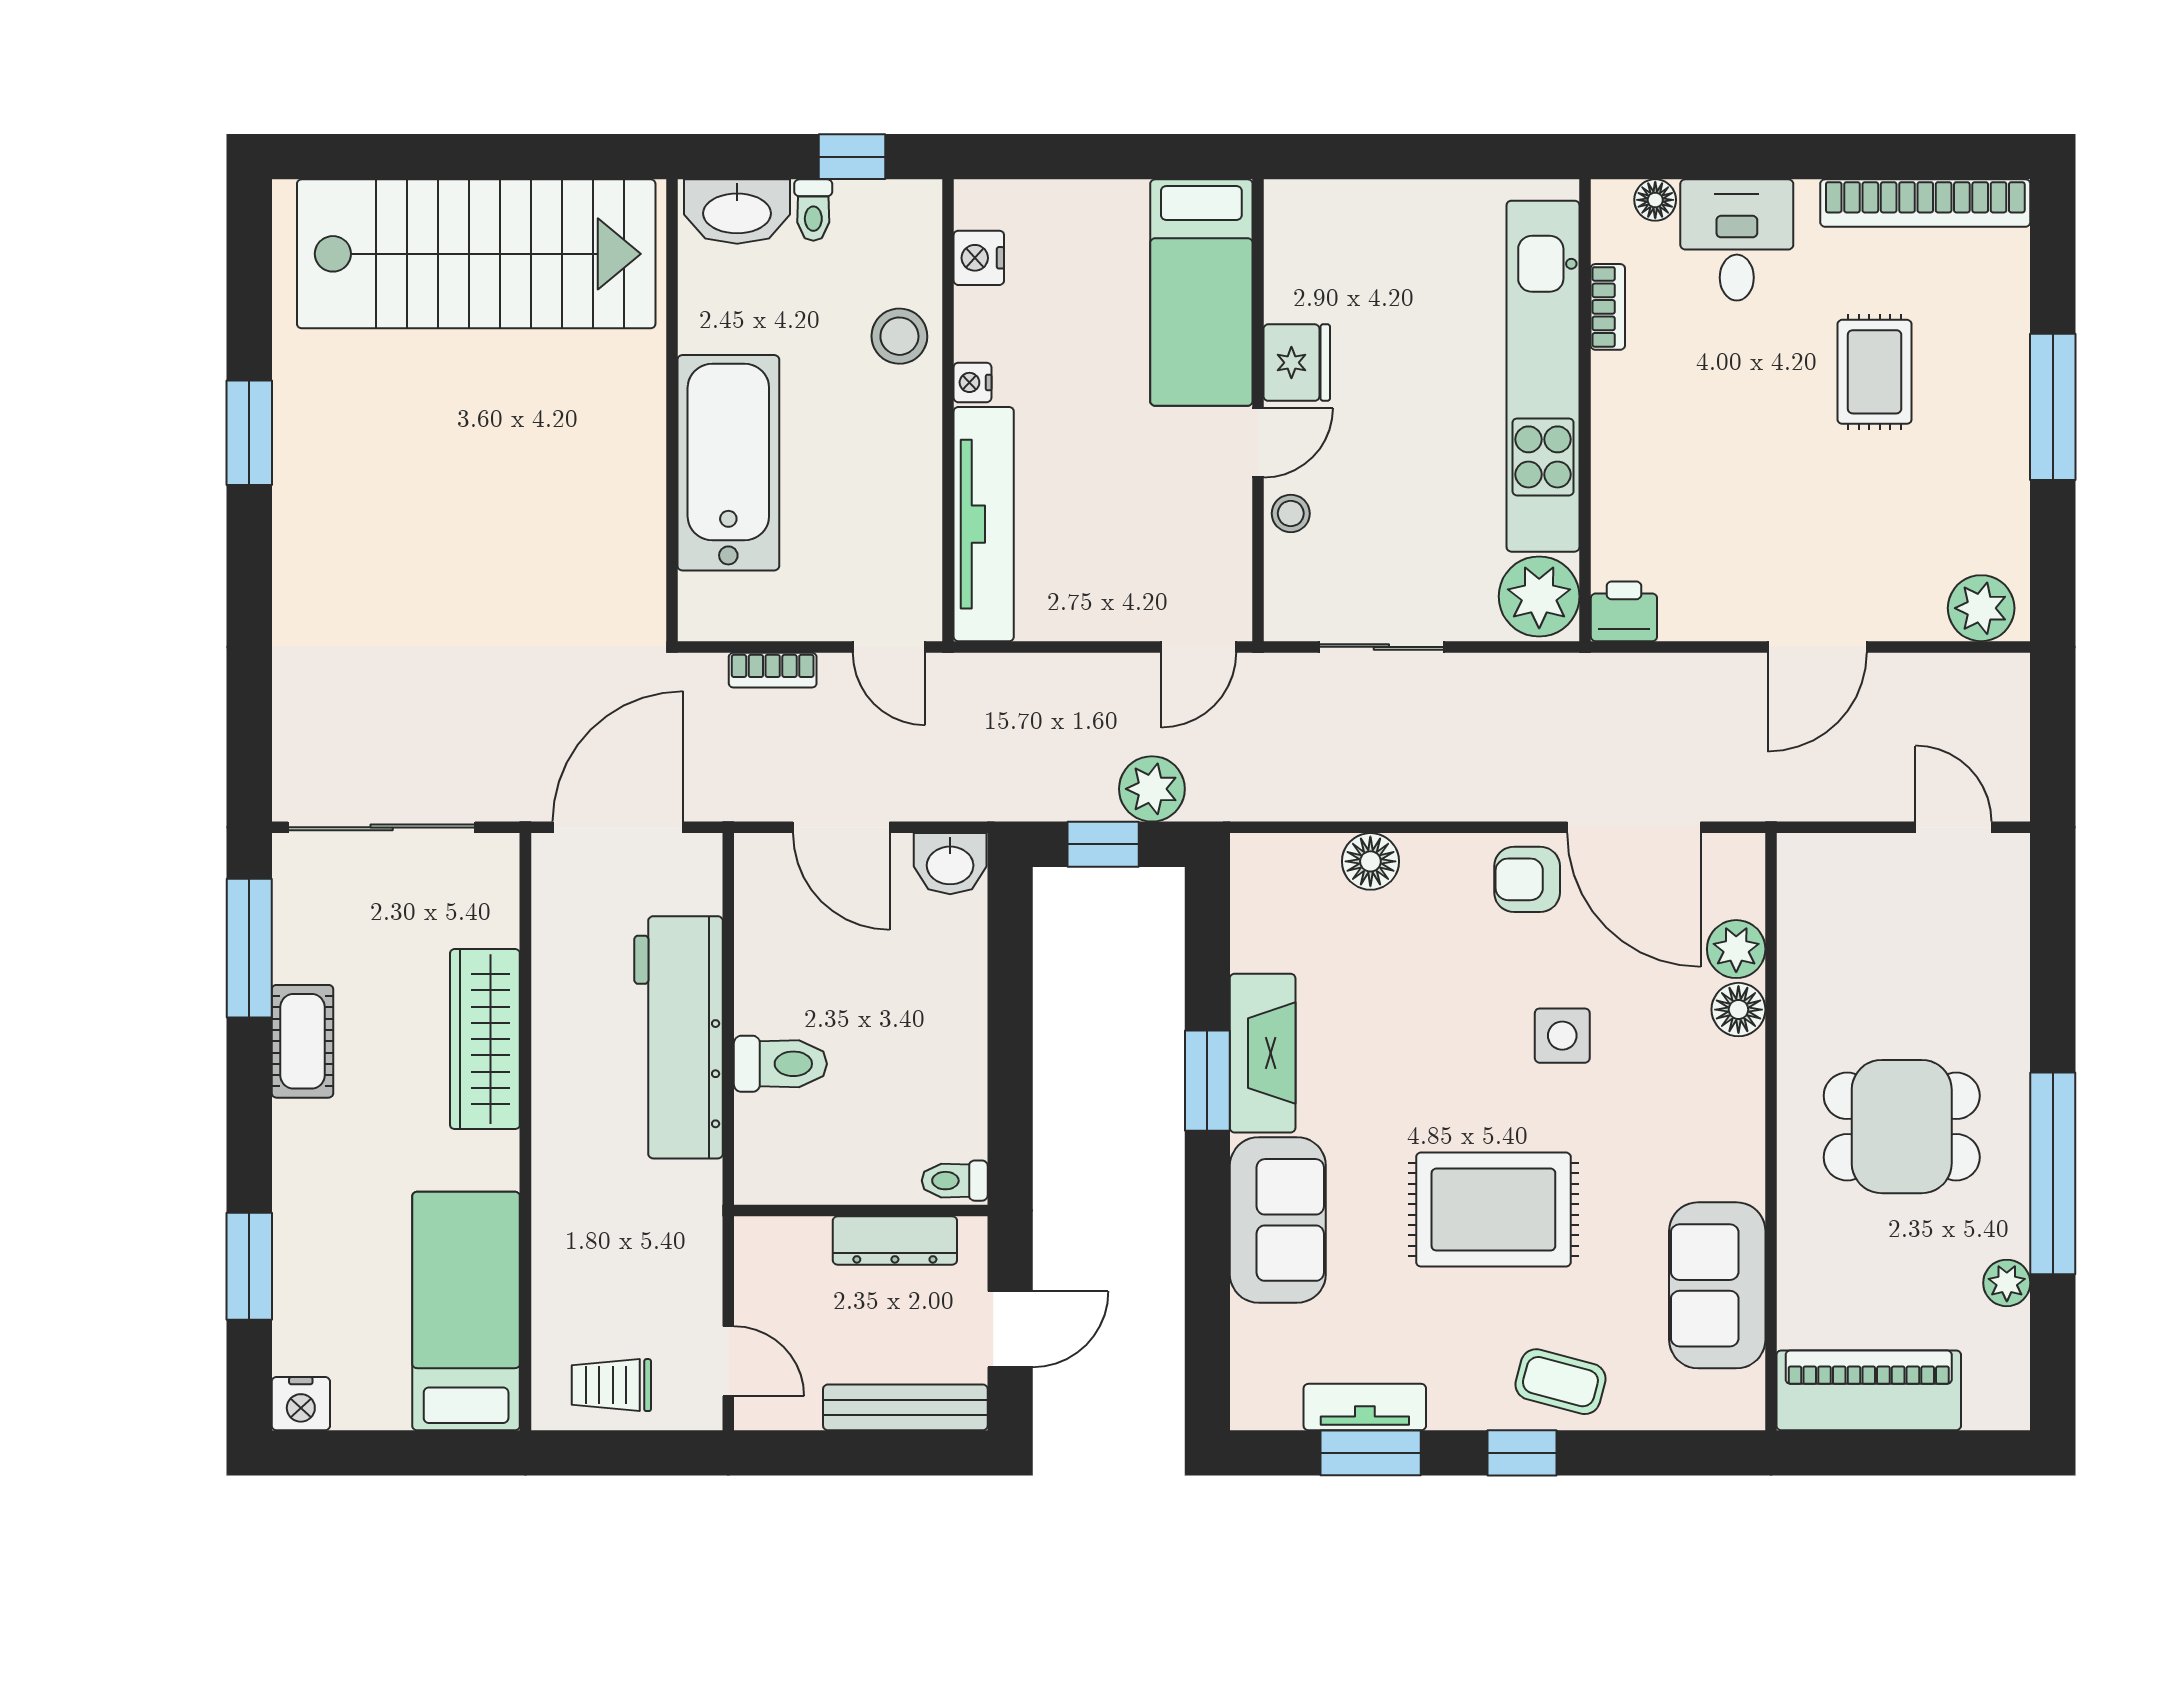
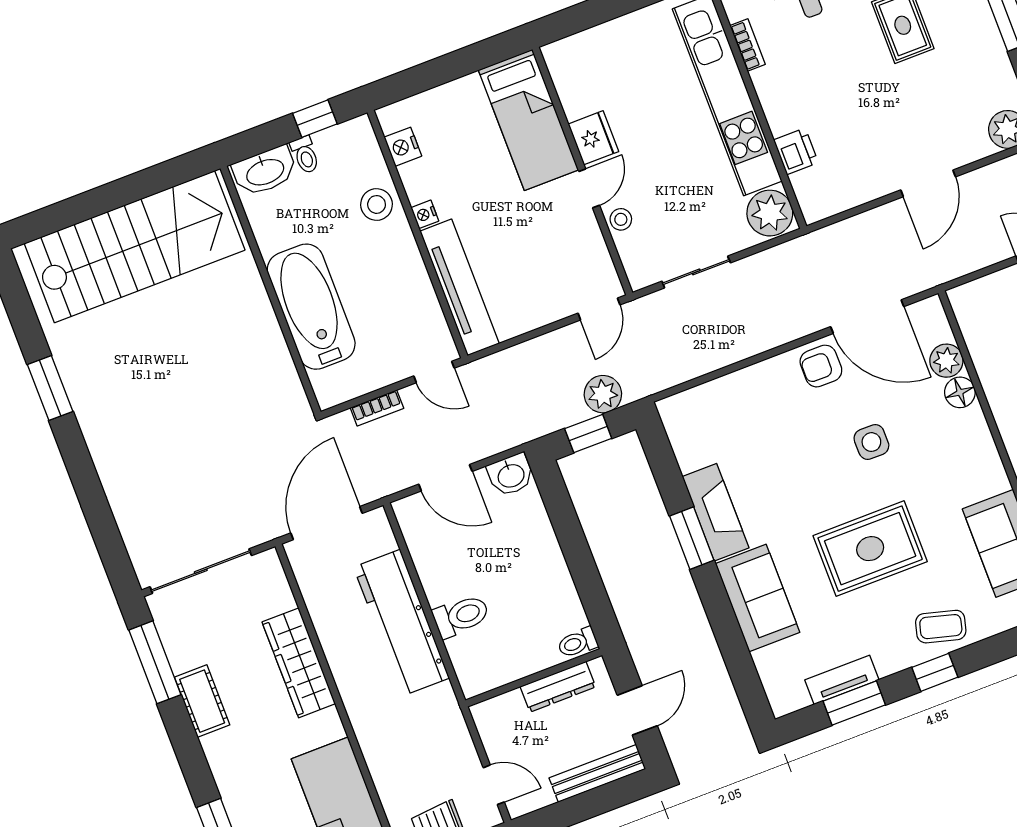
printer: (1624, 611) -> (796, 151), moved, turned 90
floor lamp: (1370, 861) -> (734, 388), removed

